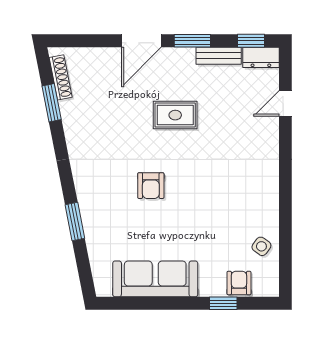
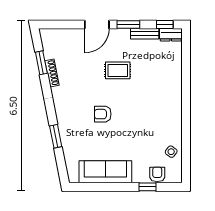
shoe rack: (61, 77) -> (52, 73), moved
door: (285, 103) -> (186, 63), removed
armchair: (151, 186) -> (103, 114), turned 90

